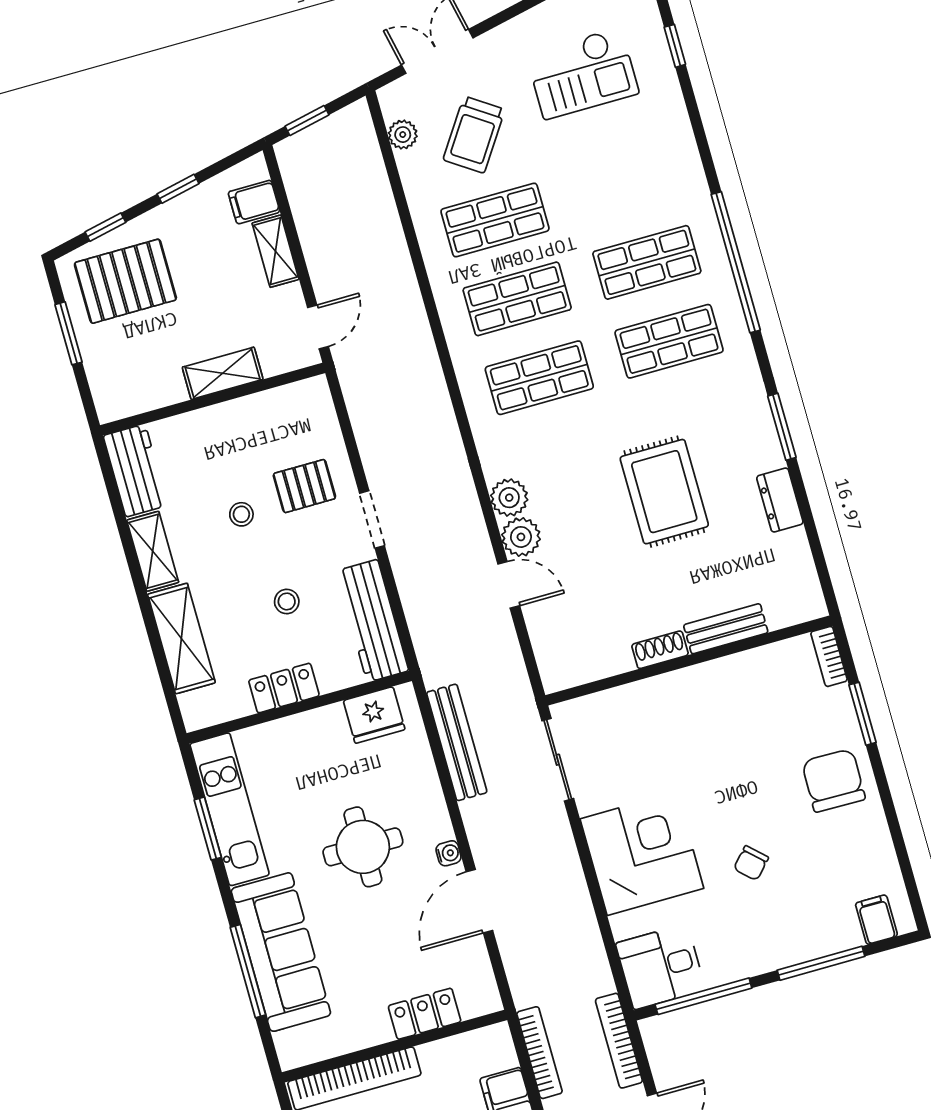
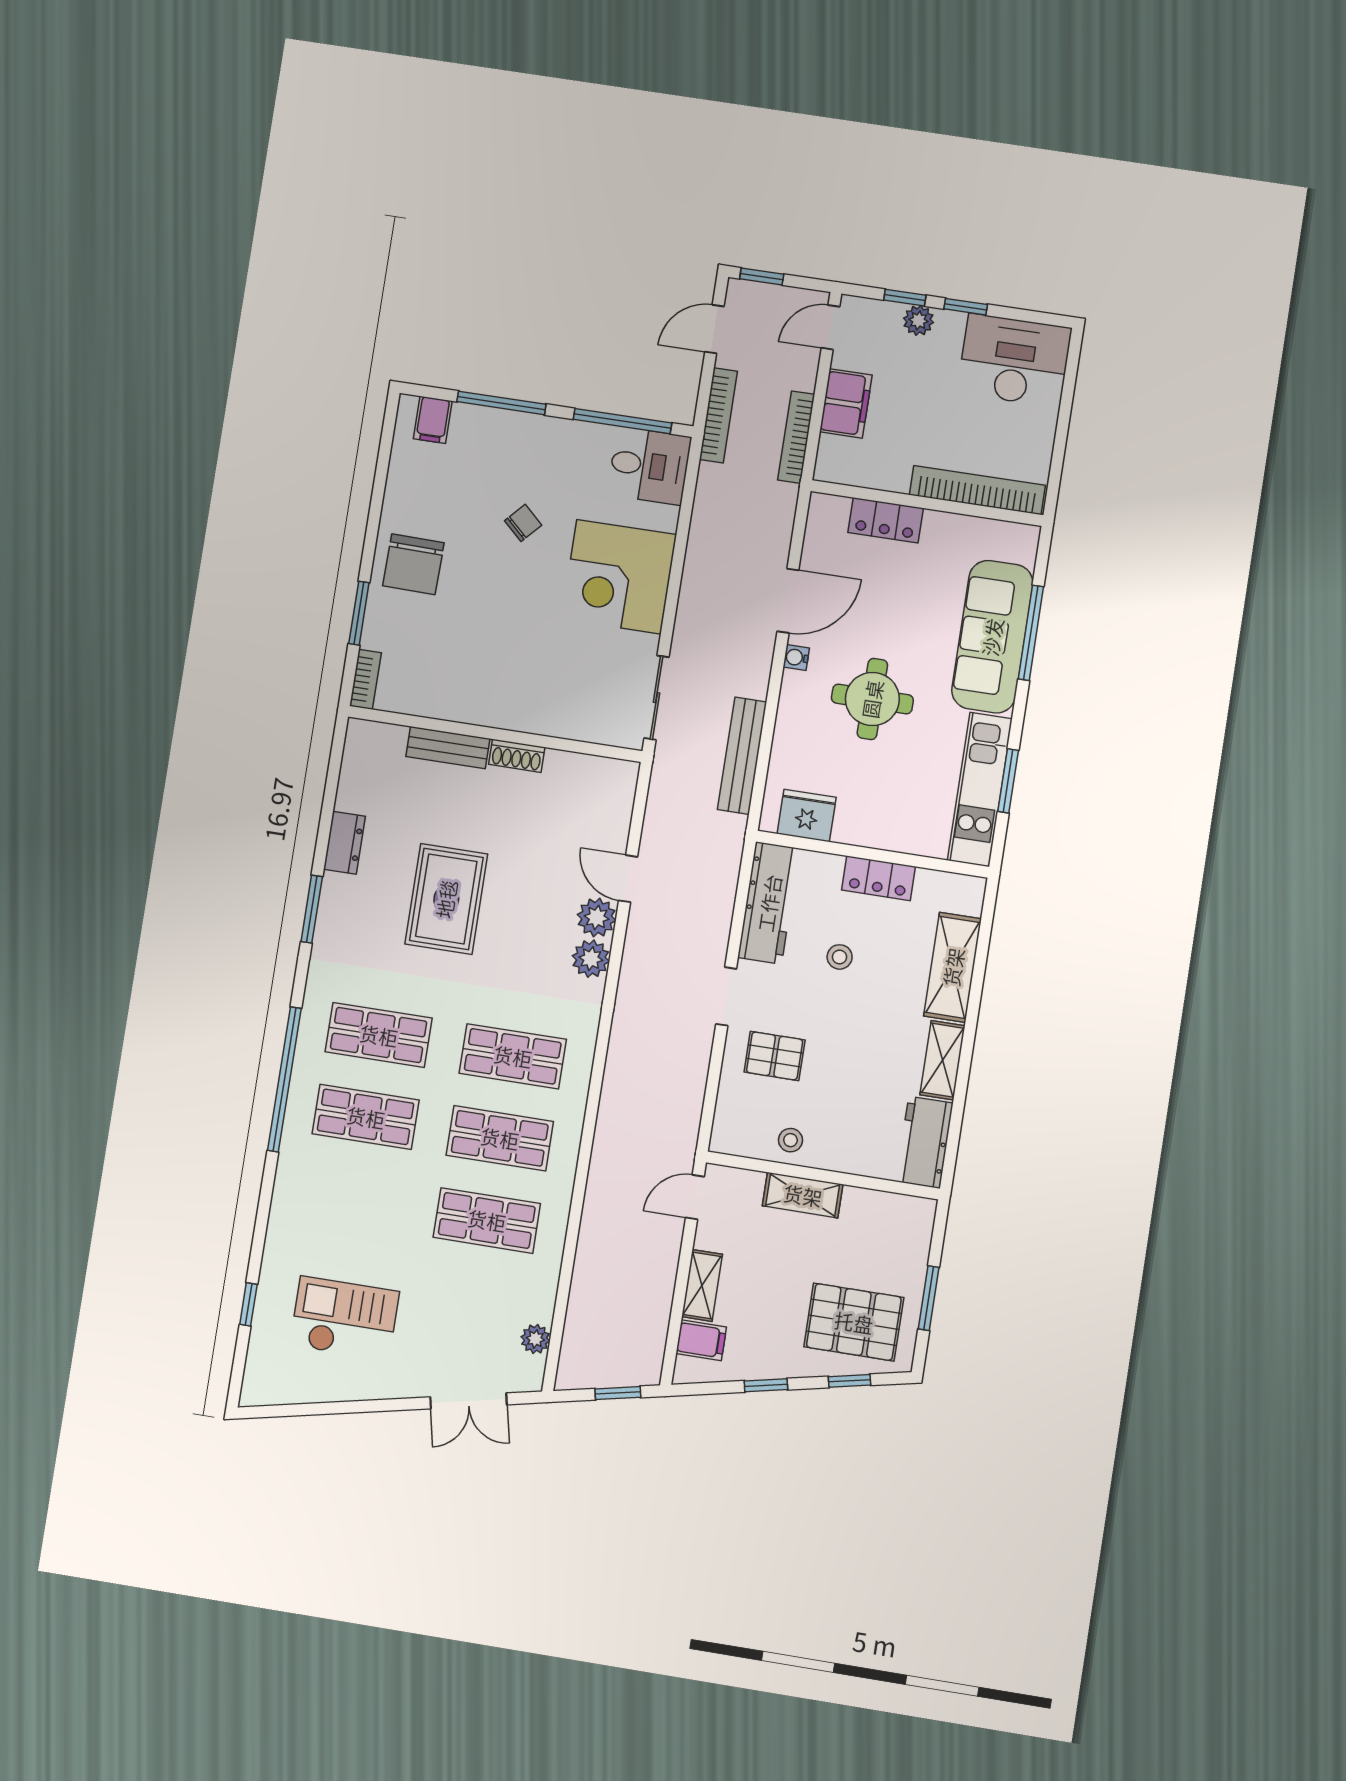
trolley: (474, 135) -> (470, 1308), removed
stool: (241, 514) -> (791, 1140), moved

